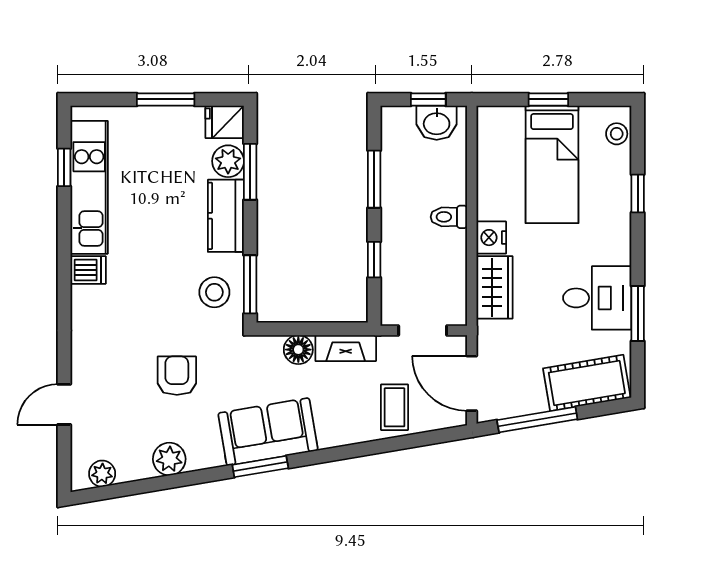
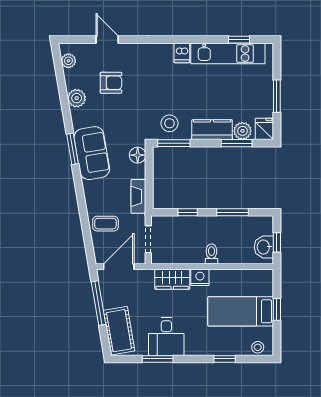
floor lamp: (298, 350) -> (138, 155), moved
armchair: (177, 376) -> (111, 83), moved

